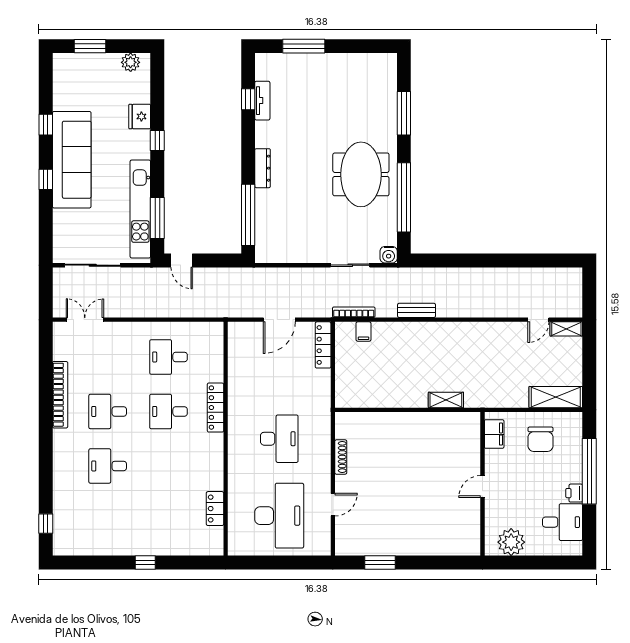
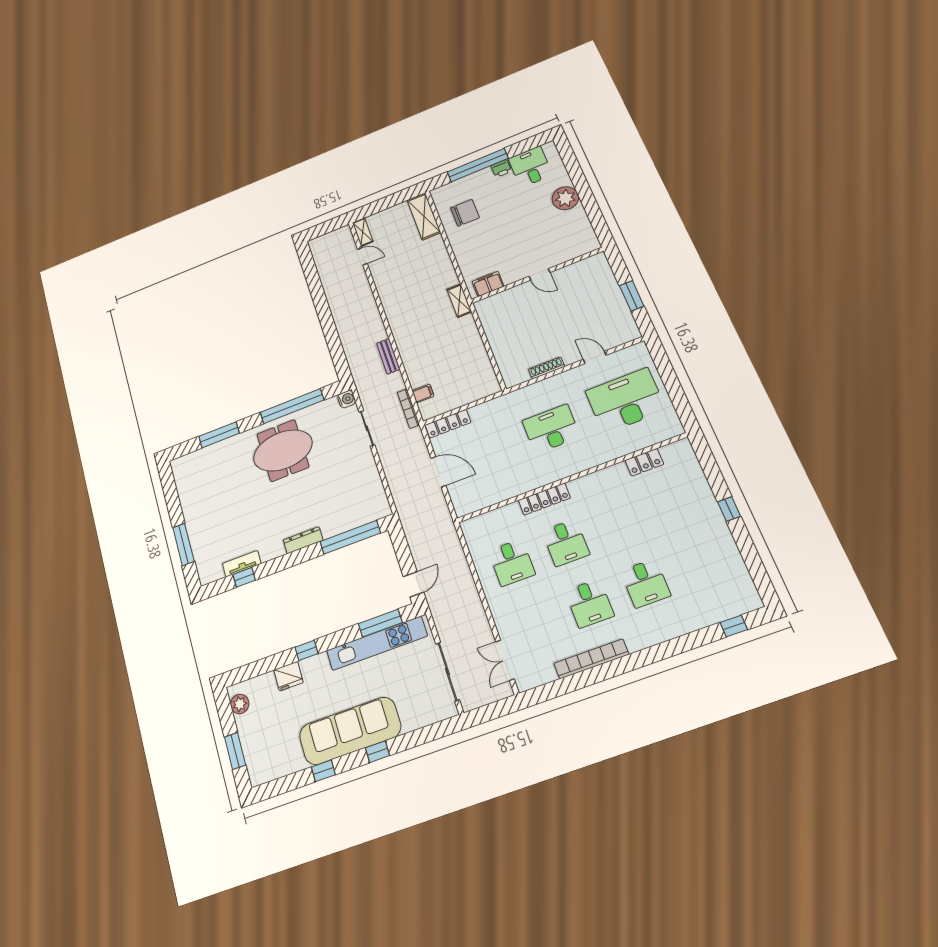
filing cabinet: (494, 434) -> (488, 284), moved
wall: (482, 484) -> (537, 275), moved
door: (482, 487) -> (539, 274), moved

